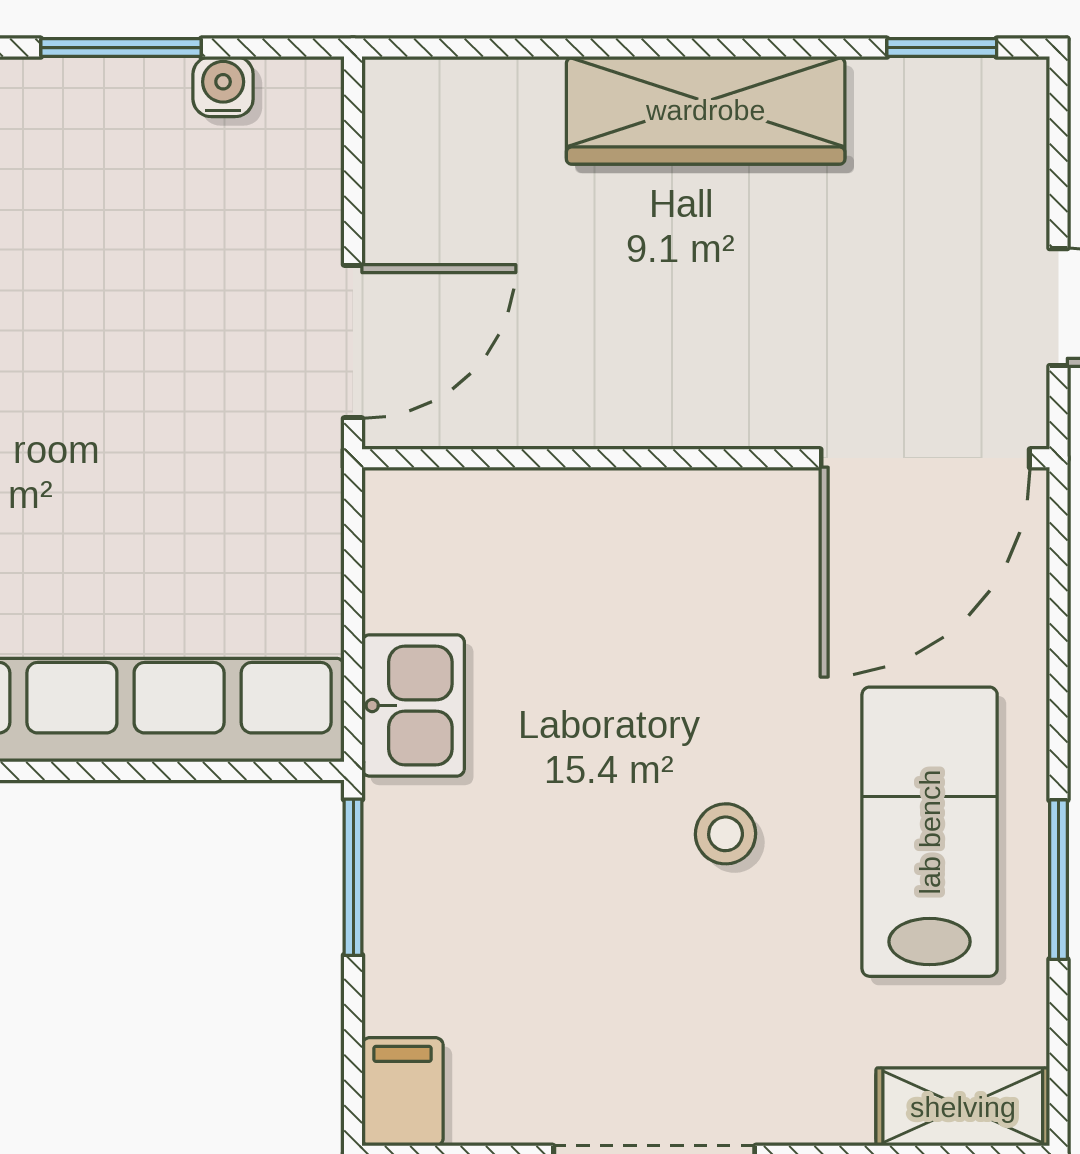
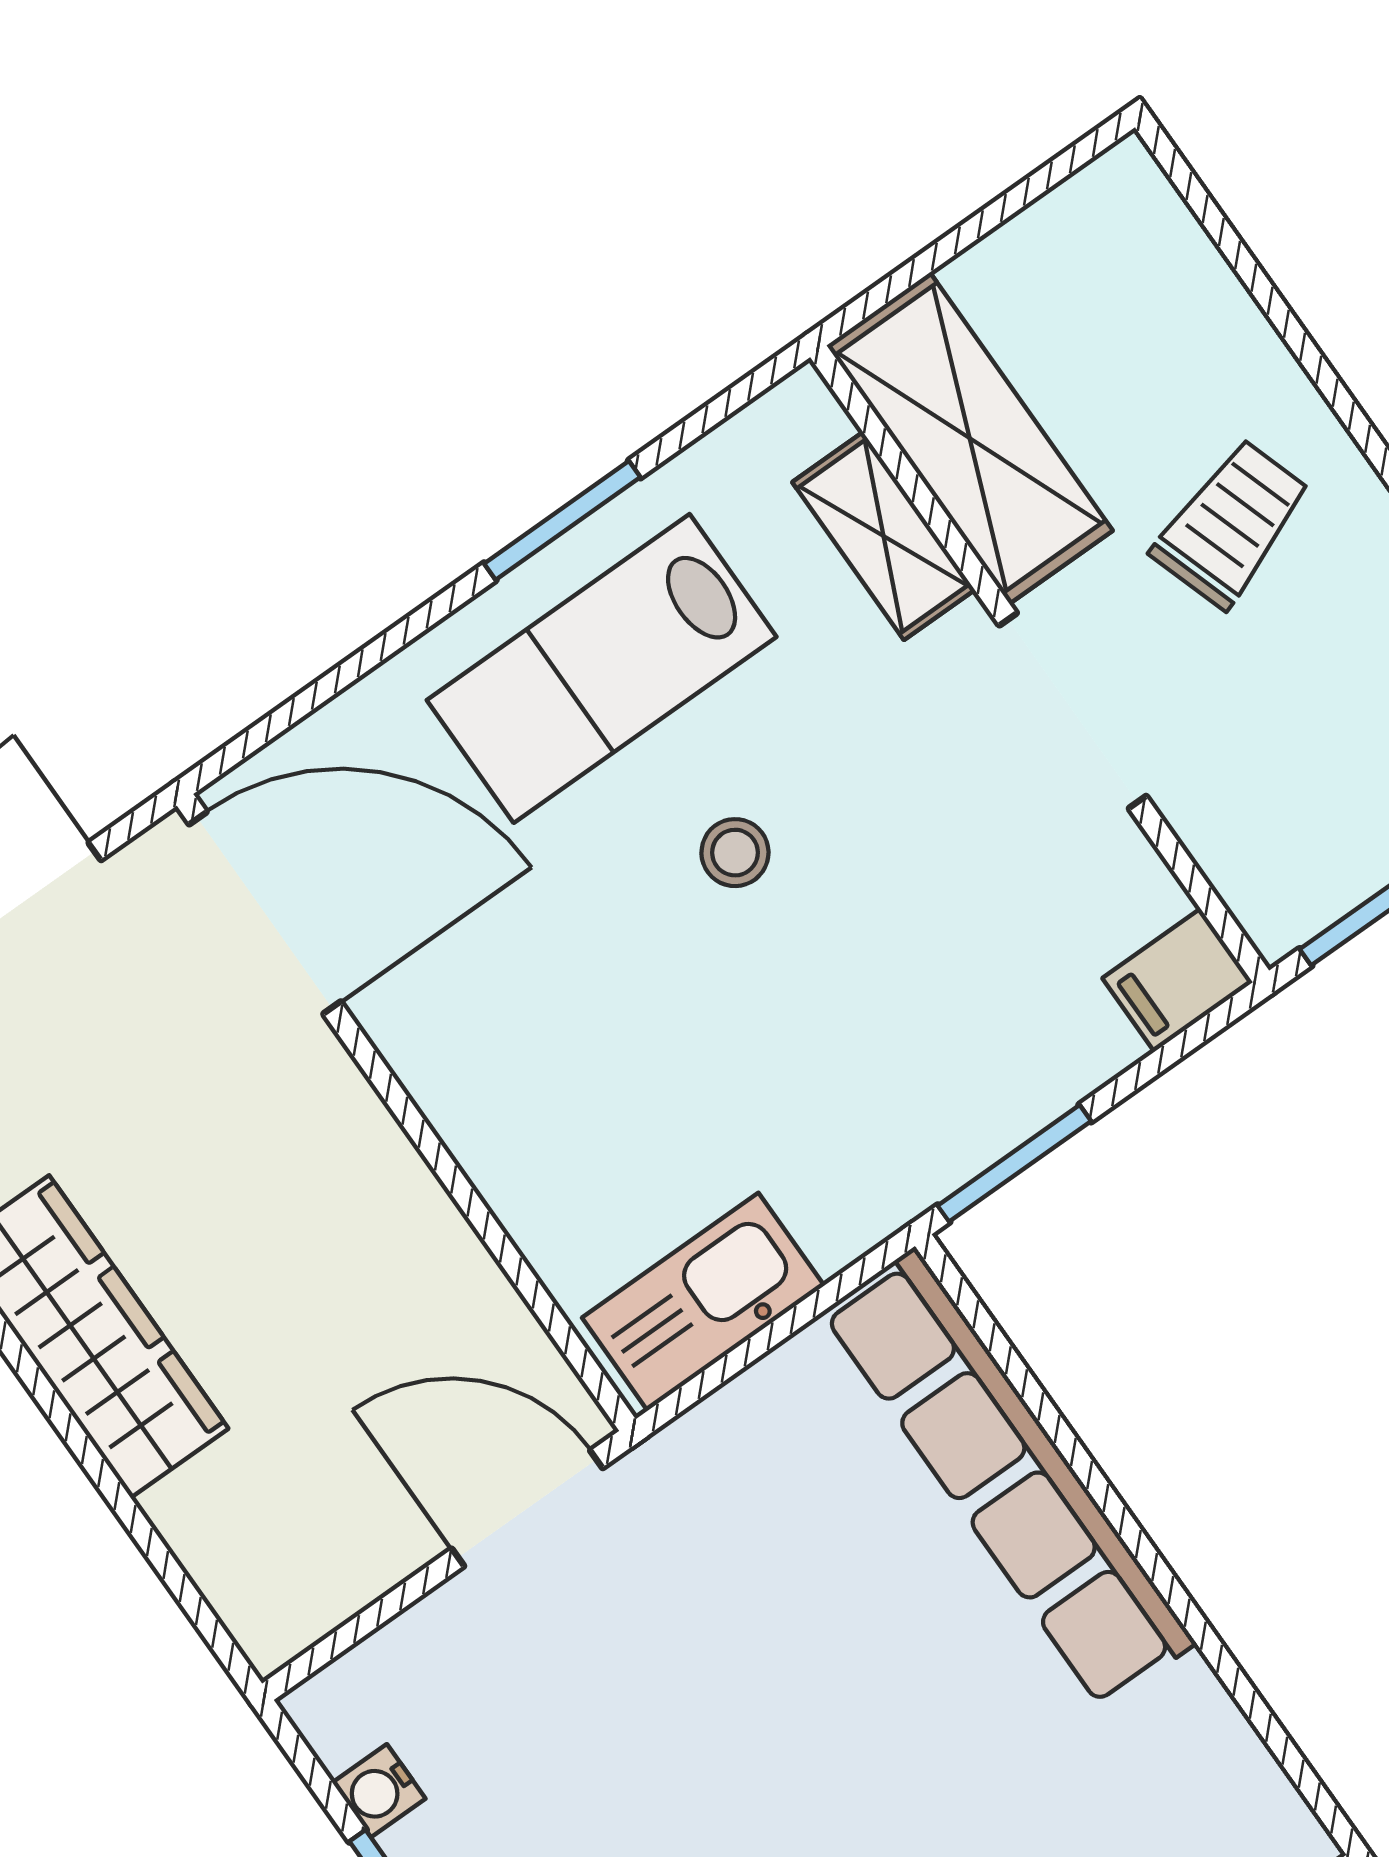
kitchen sink: (413, 705) -> (703, 1302), moved, width x1.38
shelving: (963, 1107) -> (884, 536), moved

